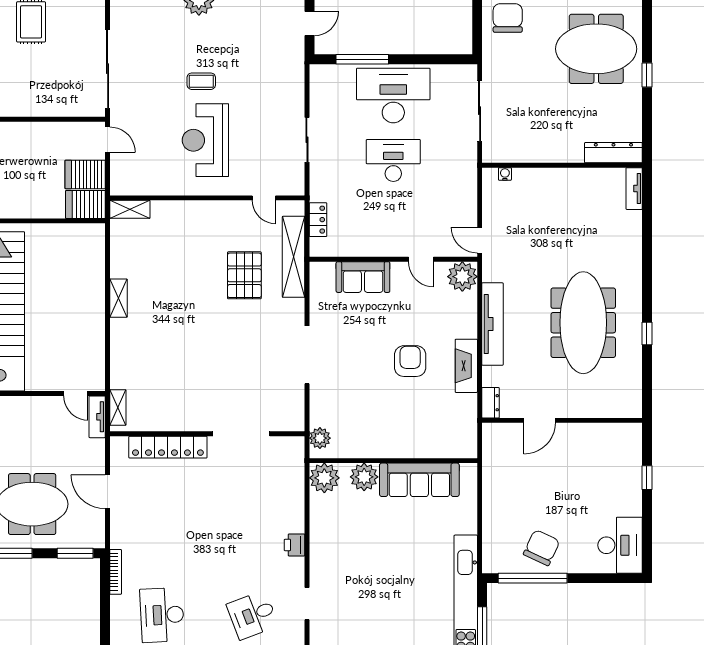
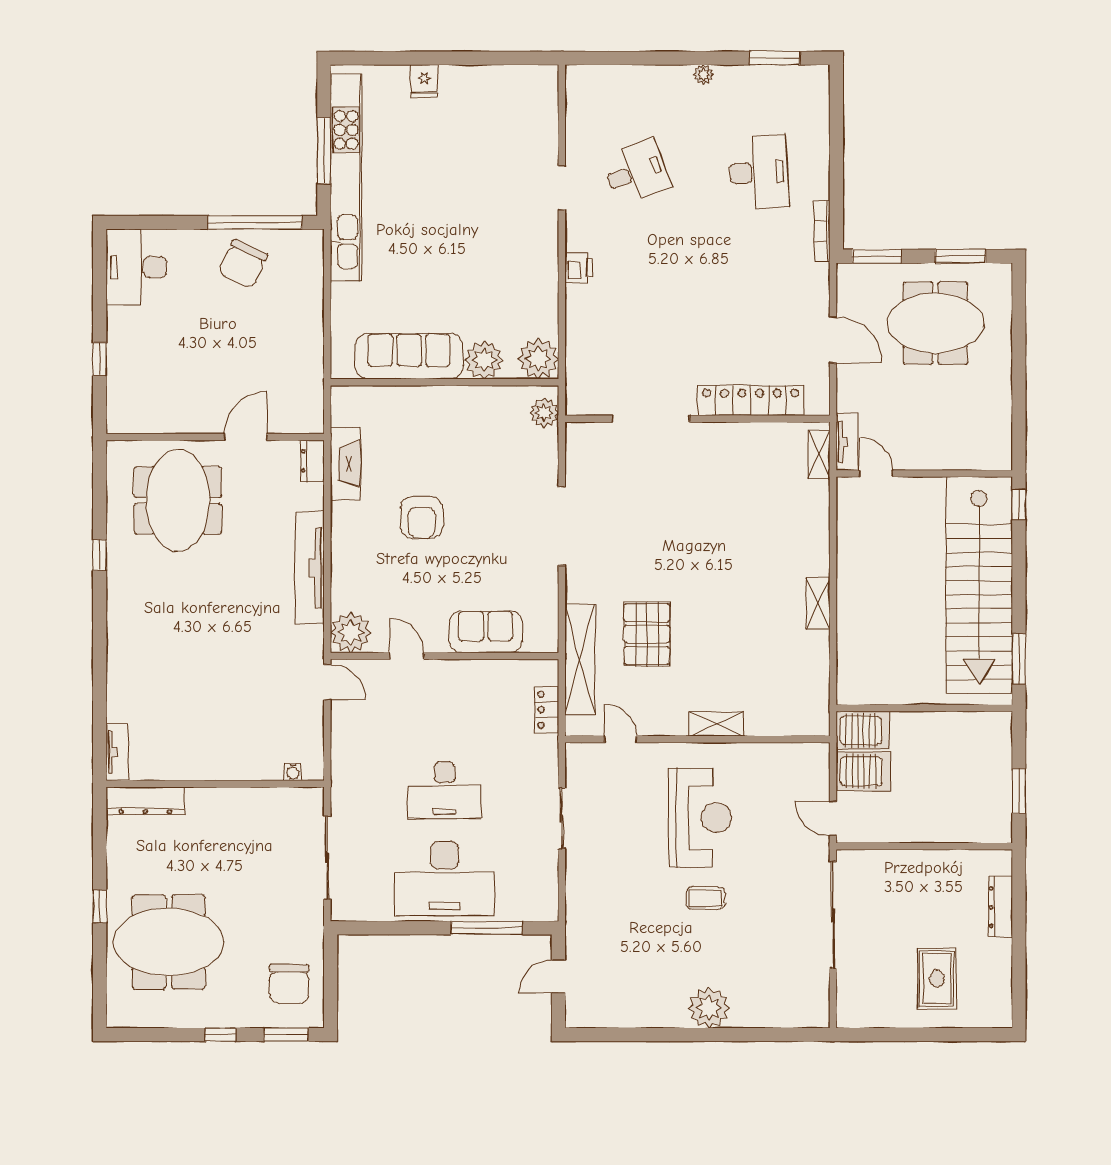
shelving: (130, 209) -> (716, 724), moved
meeting table: (583, 323) -> (178, 500), moved, width x0.73
fireplace: (466, 366) -> (345, 463), moved

